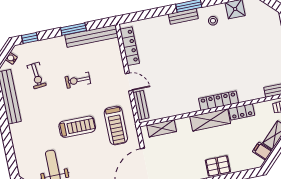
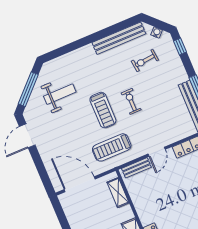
exercise bike: (78, 80) -> (131, 101), moved

